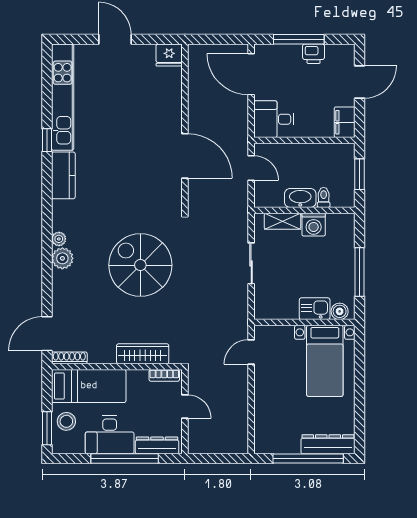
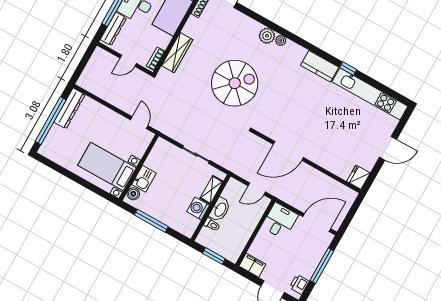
printer: (314, 54) -> (299, 284), moved
dresser: (328, 444) -> (70, 108), moved

